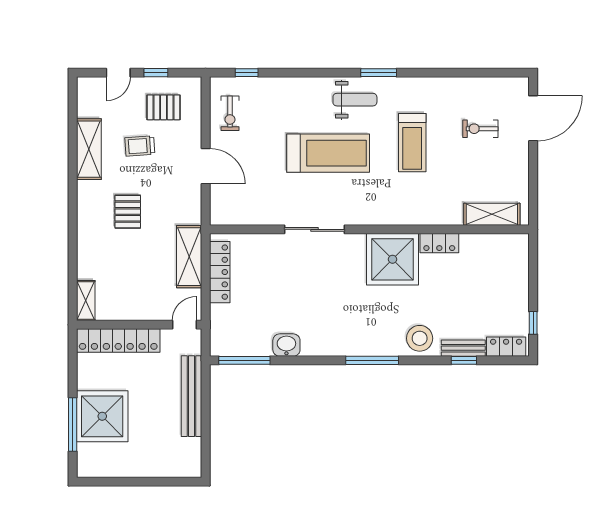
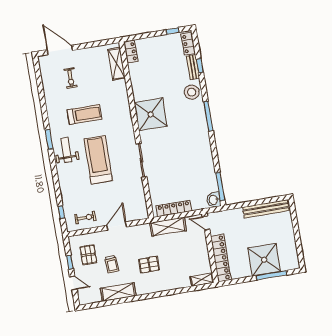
locker: (439, 243) -> (131, 52), moved
washbasin: (286, 345) -> (214, 200), moved
bench: (192, 396) -> (266, 209), moved

